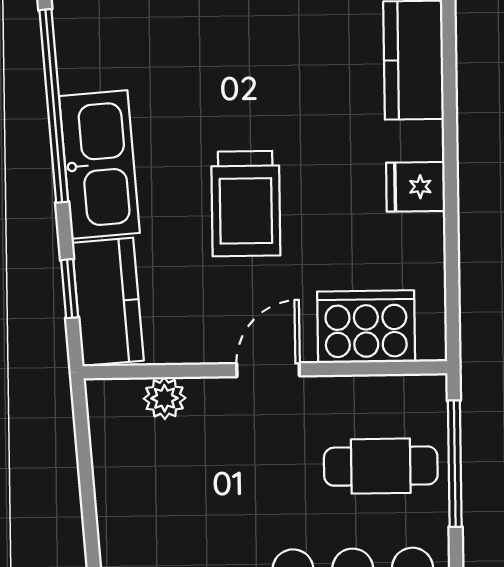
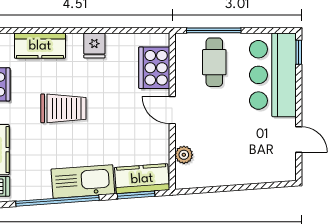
trolley: (246, 204) -> (63, 108), moved
window: (70, 289) -> (136, 195), width x1.50

